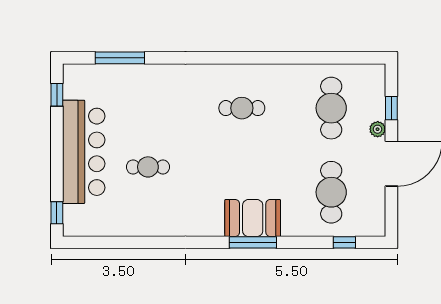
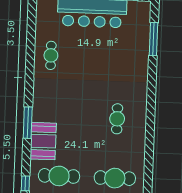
cafe table: (148, 167) -> (51, 55), moved
booth: (253, 218) -> (43, 141), moved

